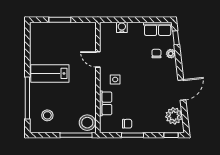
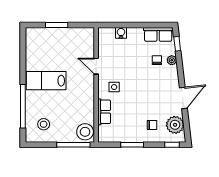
chair: (127, 124) -> (152, 125), moved

